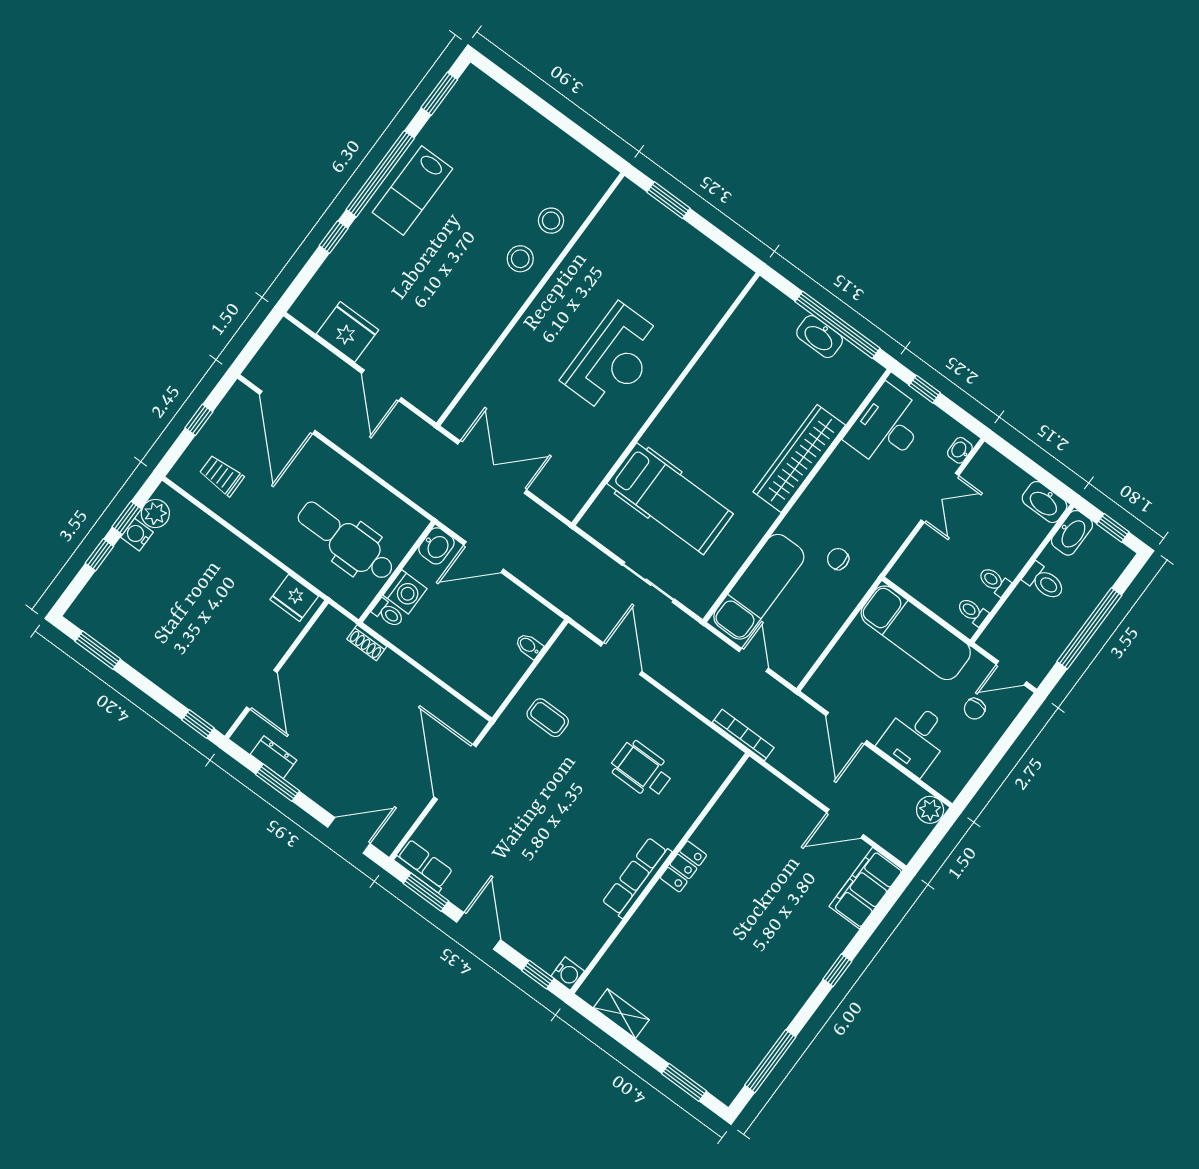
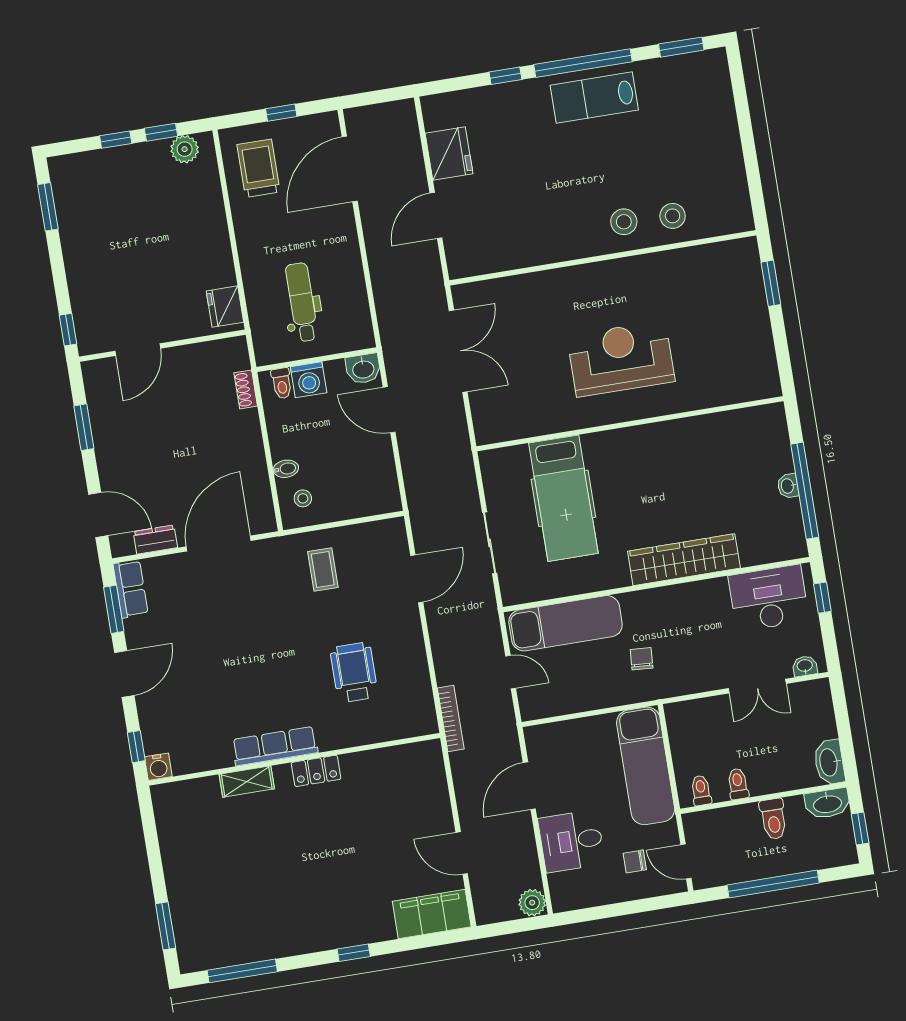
washbasin: (820, 337) -> (788, 486), width x0.52, depth x0.69
reception desk: (614, 359) -> (621, 359), turned 180
trolley: (222, 476) -> (258, 168), width x1.36, depth x1.39
water cooler: (137, 535) -> (157, 151), removed
dental chair: (346, 541) -> (302, 302), width x0.73, depth x0.72
bidet: (529, 646) -> (286, 469), moved, turned 90
door: (754, 660) -> (511, 672), hinge flipped
stool: (484, 681) -> (303, 498), added
dresser: (273, 757) -> (155, 540), moved, turned -90
shelving: (621, 1014) -> (247, 782), moved, turned 90

